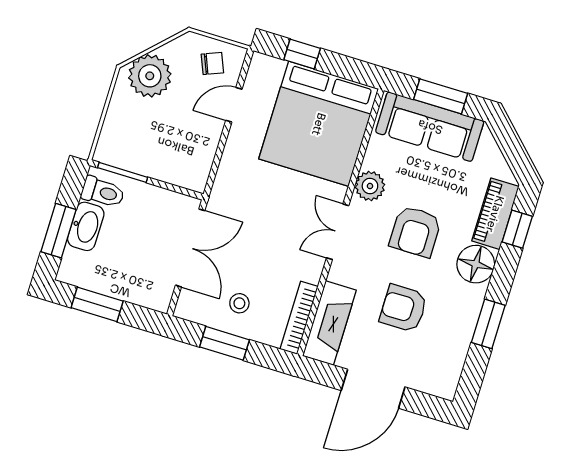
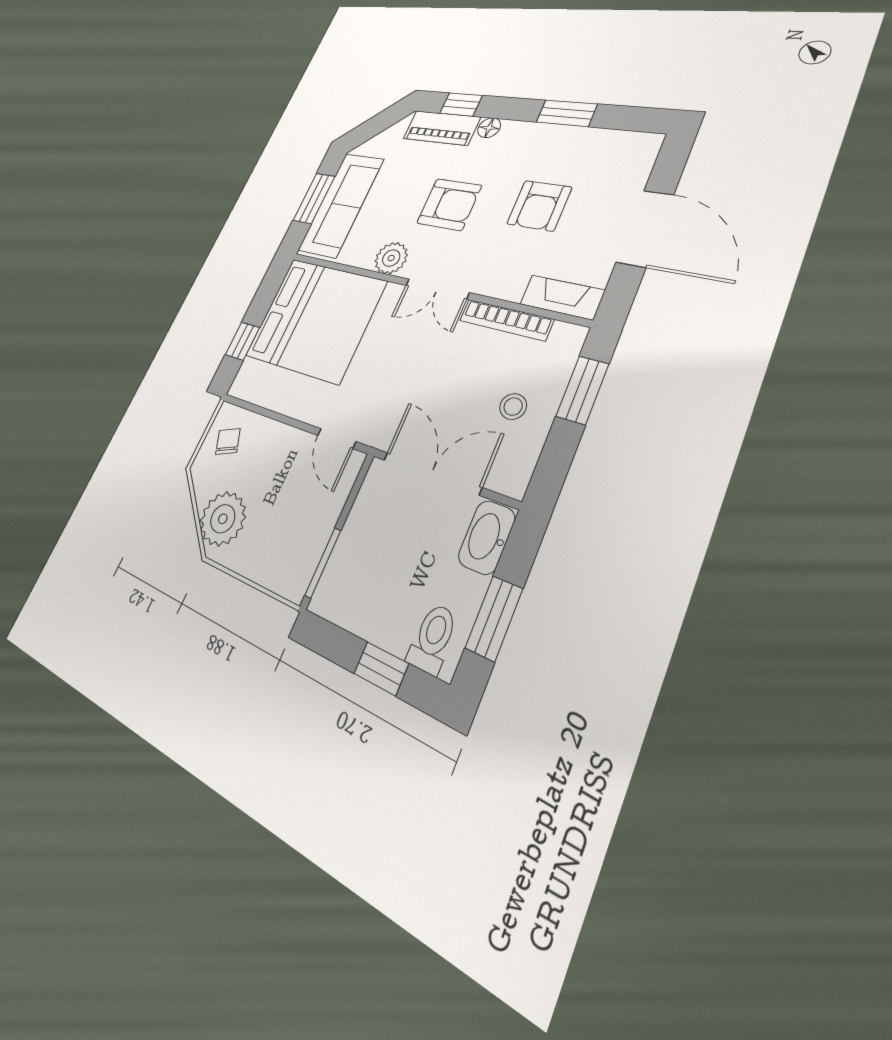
door: (234, 105) -> (337, 438), moved
toilet: (103, 192) -> (433, 639), moved
washbasin: (86, 226) -> (487, 537), moved, turned -90
window: (58, 231) -> (381, 669), width x0.67
floor lamp: (476, 264) -> (489, 128), width x0.53, depth x0.53
bookcase: (299, 318) -> (506, 320), moved
fireplace: (329, 323) -> (562, 297), width x0.73, depth x0.76
window: (224, 343) -> (582, 390), moved

